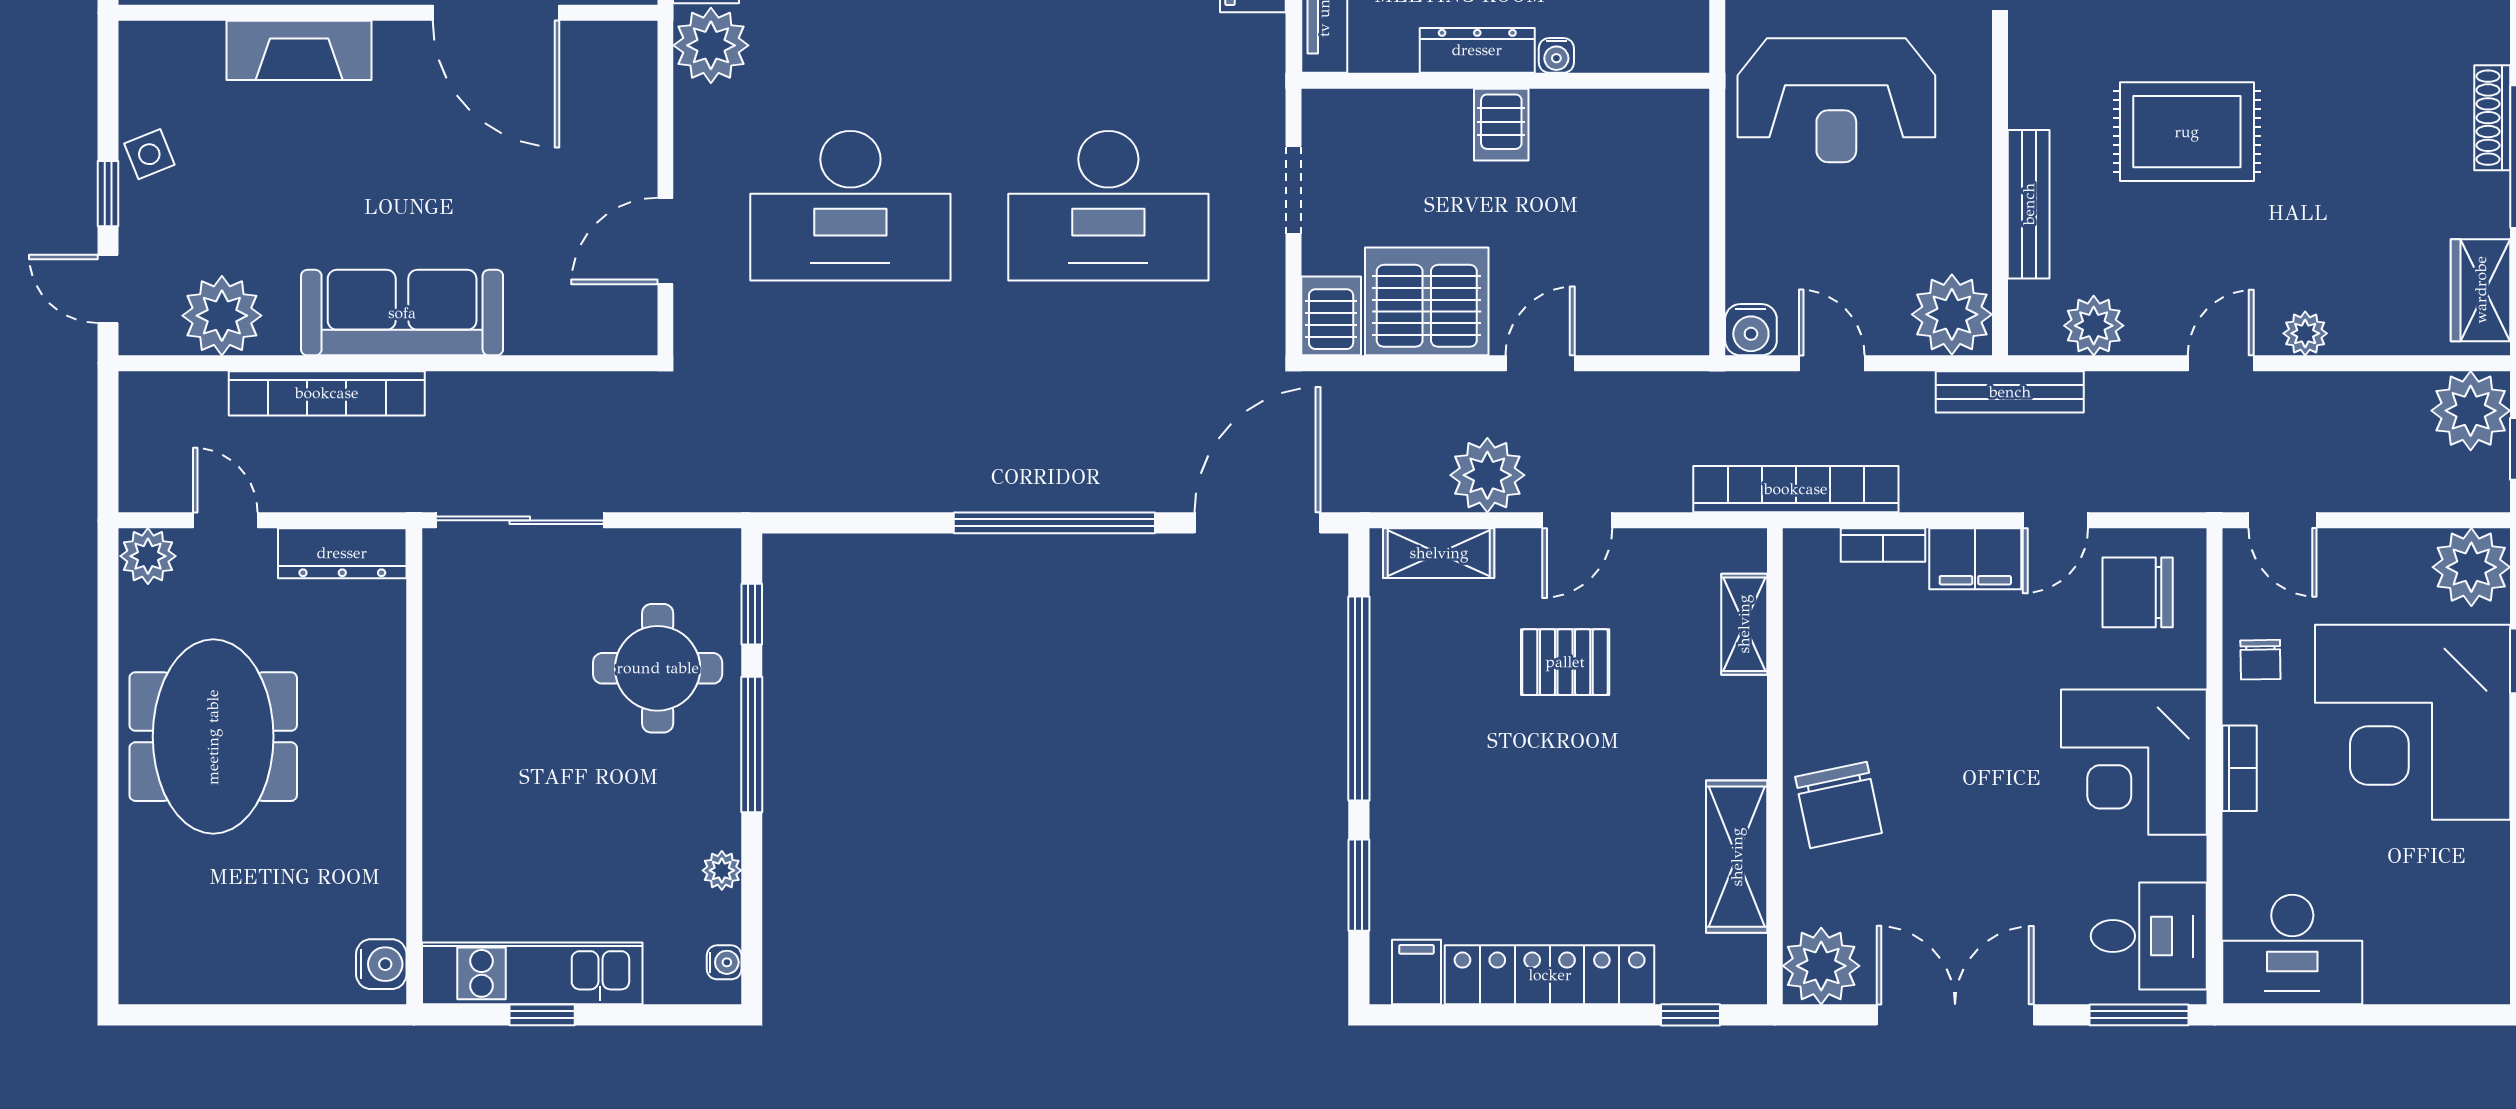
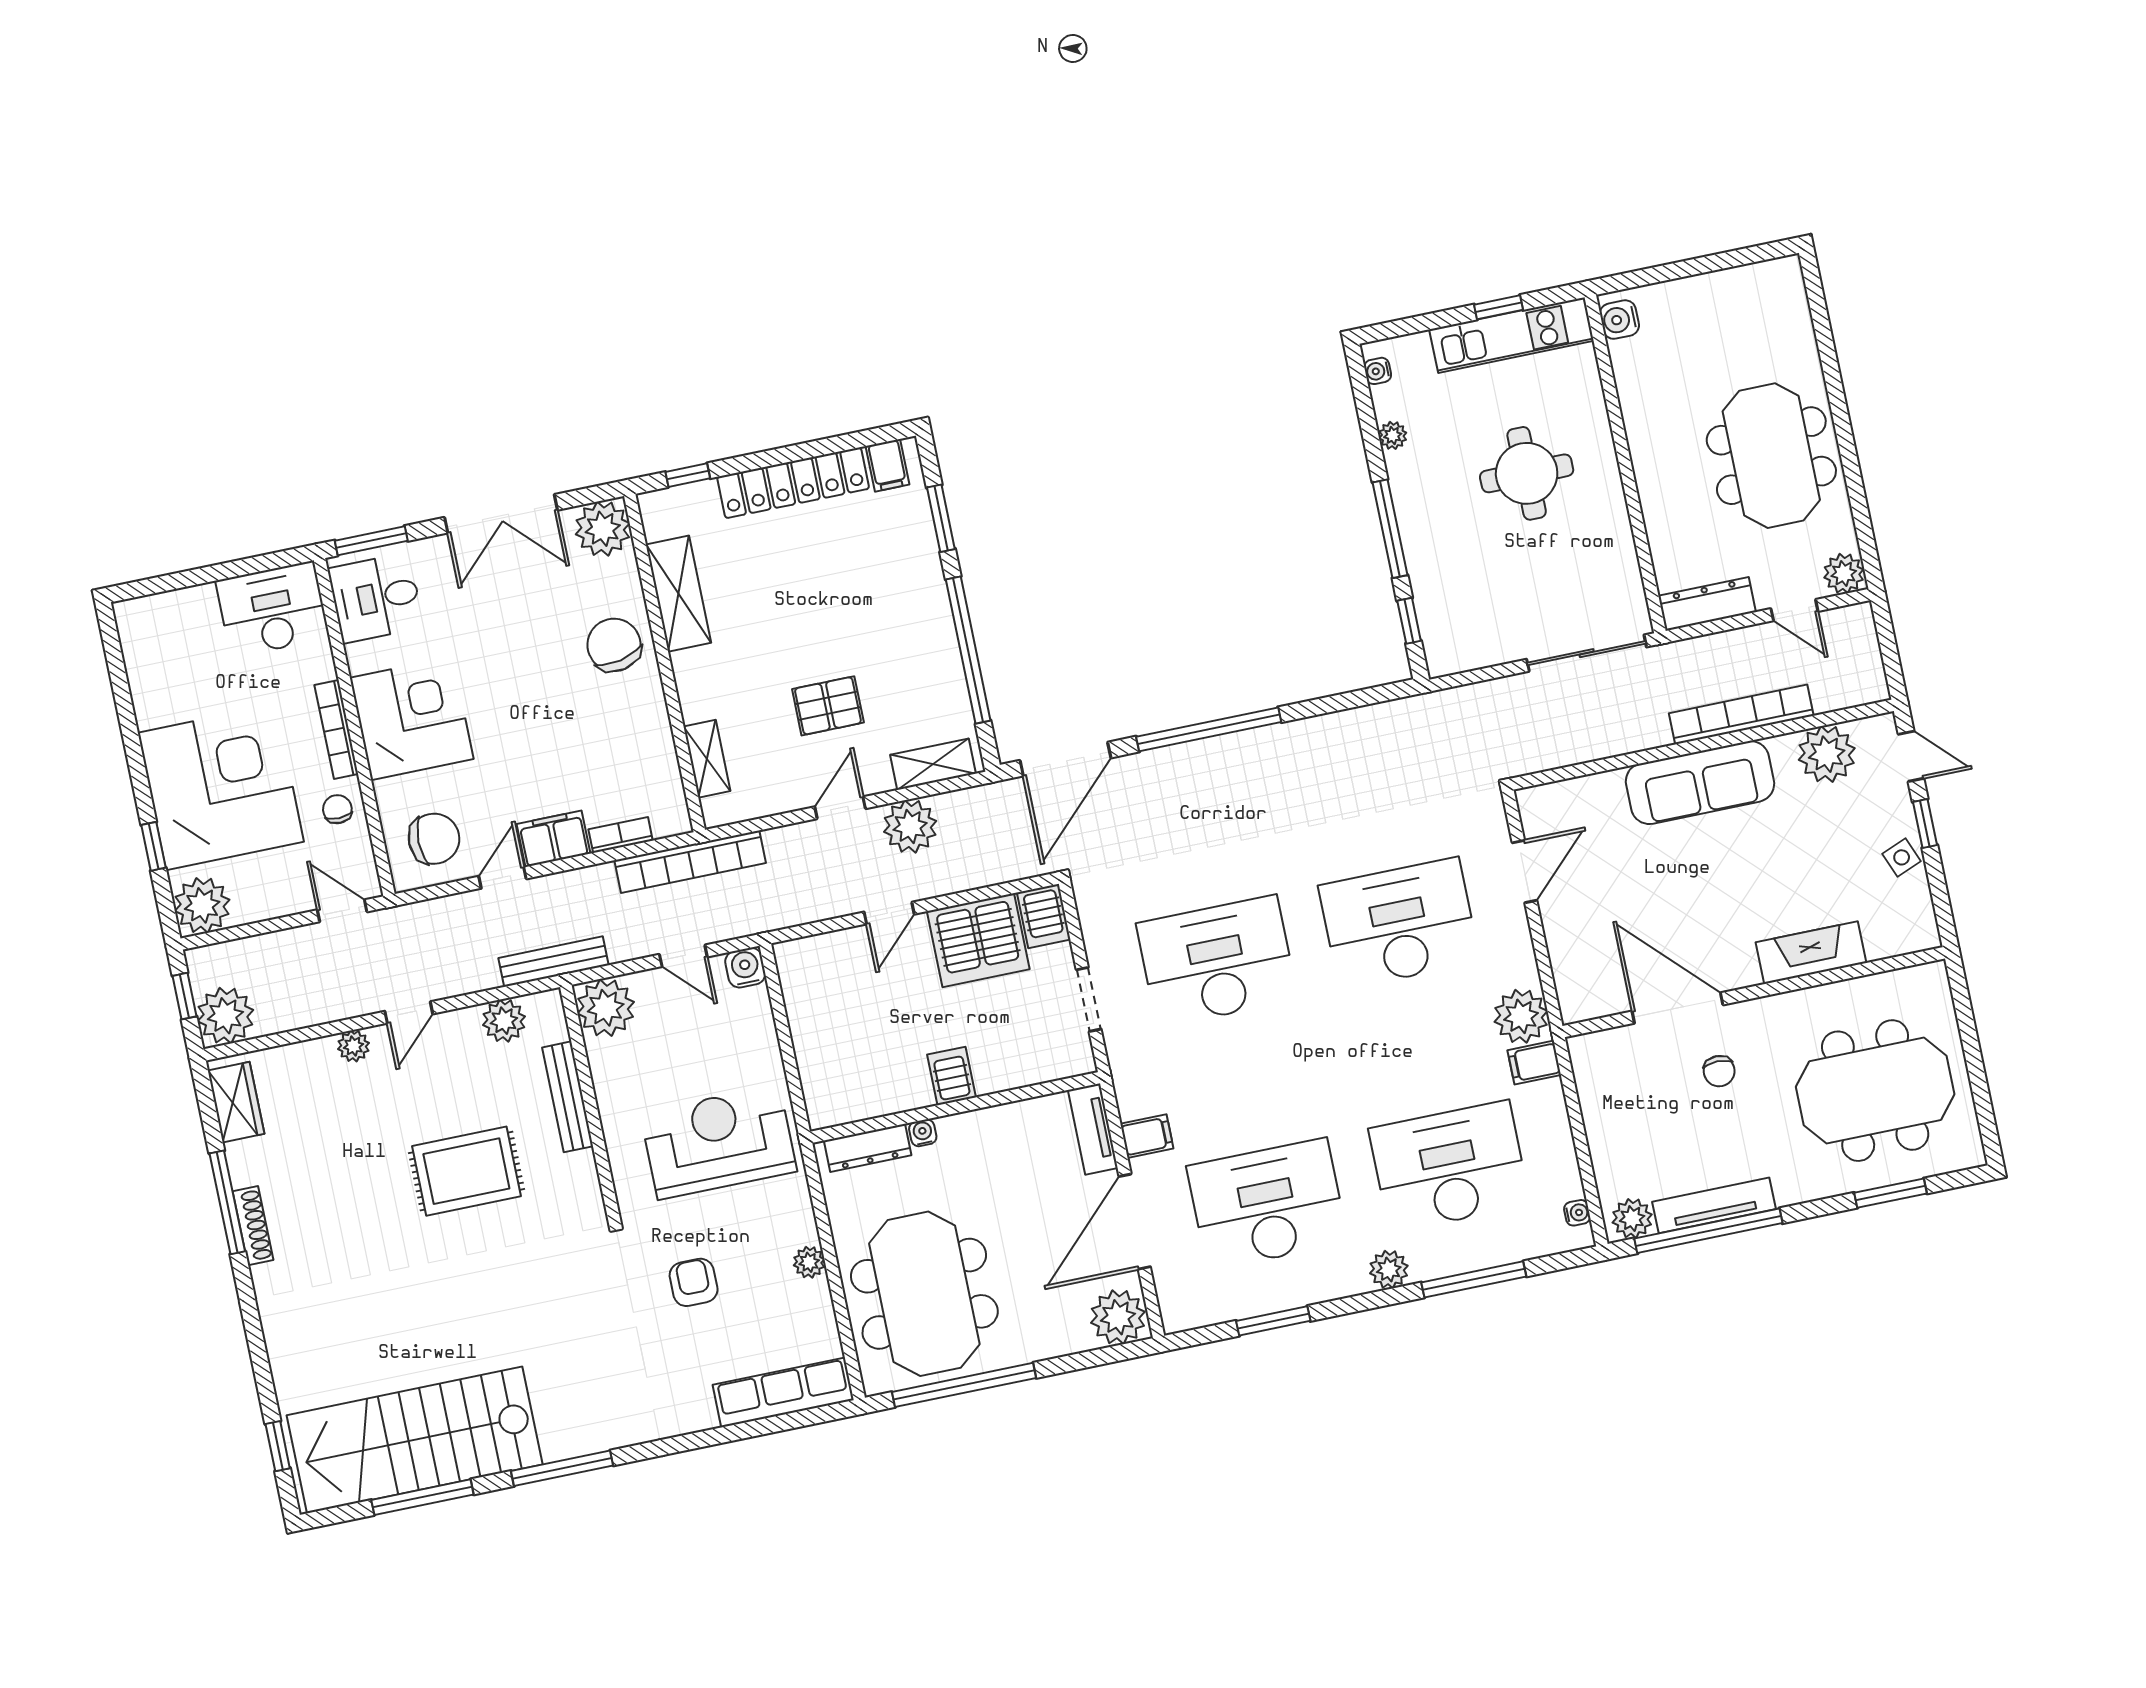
dresser: (1477, 50) -> (868, 1148), moved
round table: (658, 668) -> (1527, 473), moved
bookcase: (2239, 768) -> (336, 729), width x1.56

